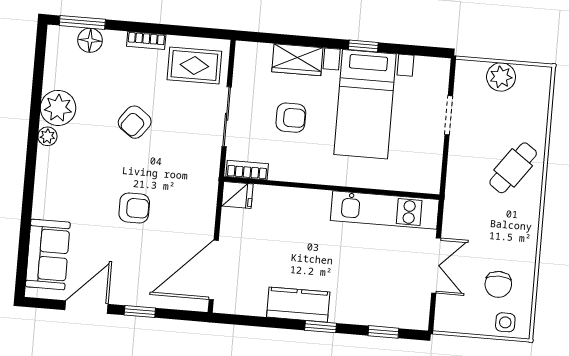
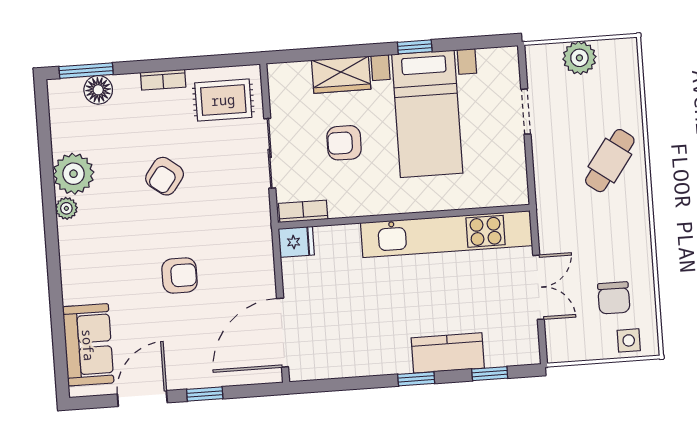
armchair: (291, 118) -> (344, 143), turned 180
kitchen unit: (385, 210) -> (447, 234), width x1.36
kitchen counter: (298, 305) -> (448, 353), moved

